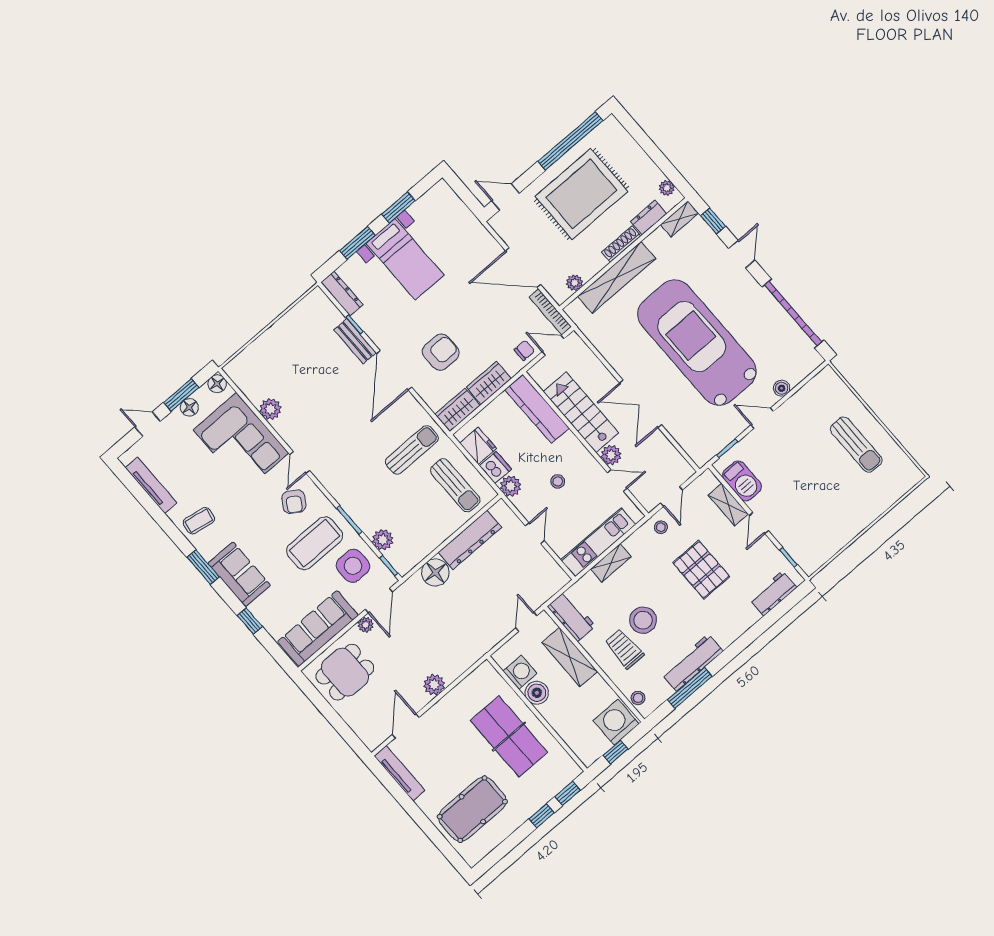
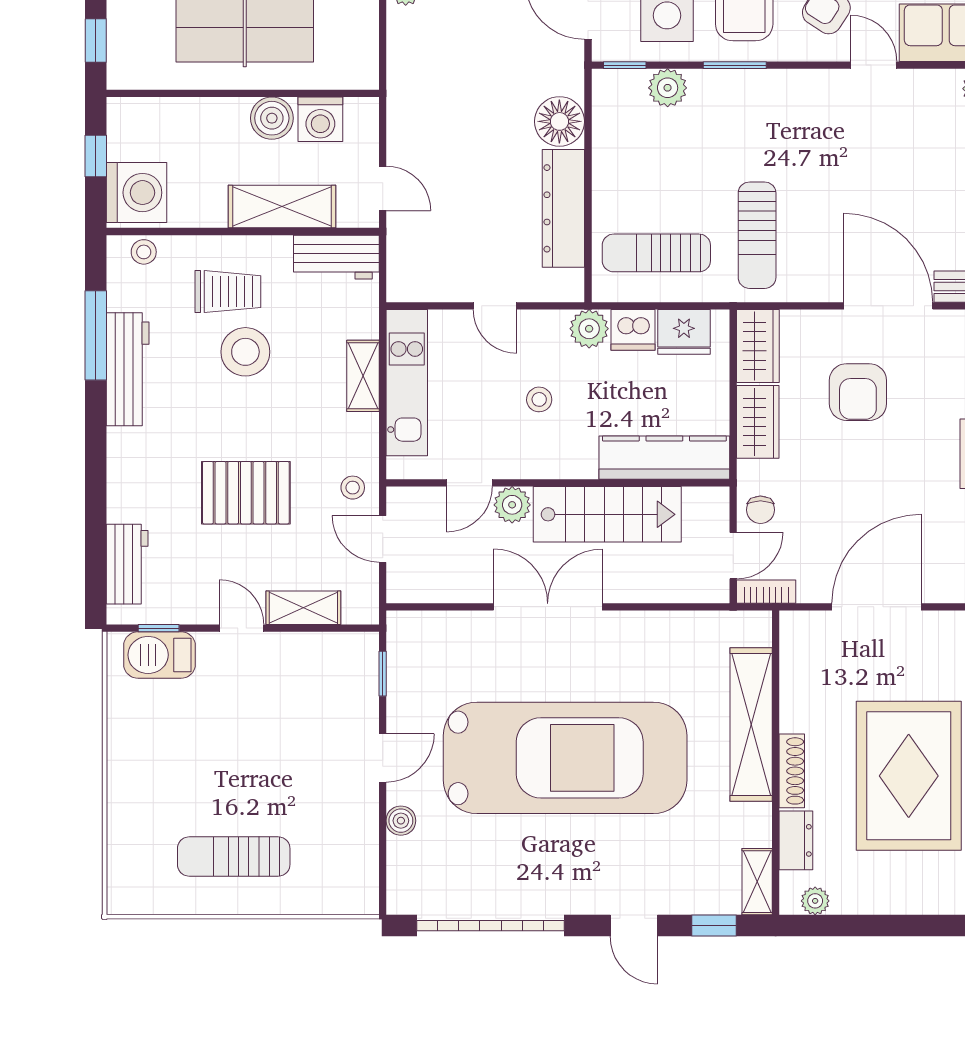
plant: (574, 283) -> (794, 660), removed
bookcase: (550, 312) -> (766, 592), width x0.64
barbecue: (742, 481) -> (160, 655), moved

